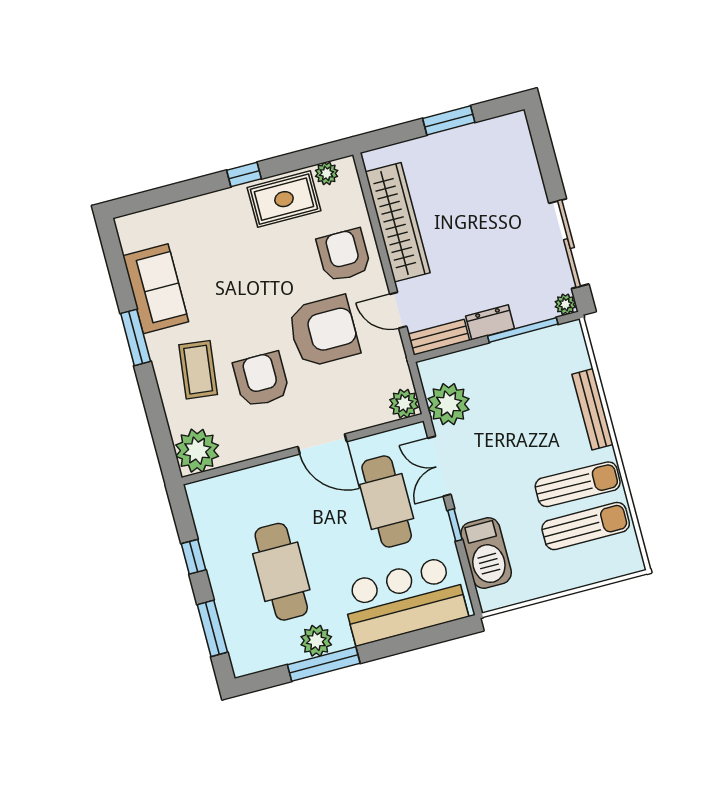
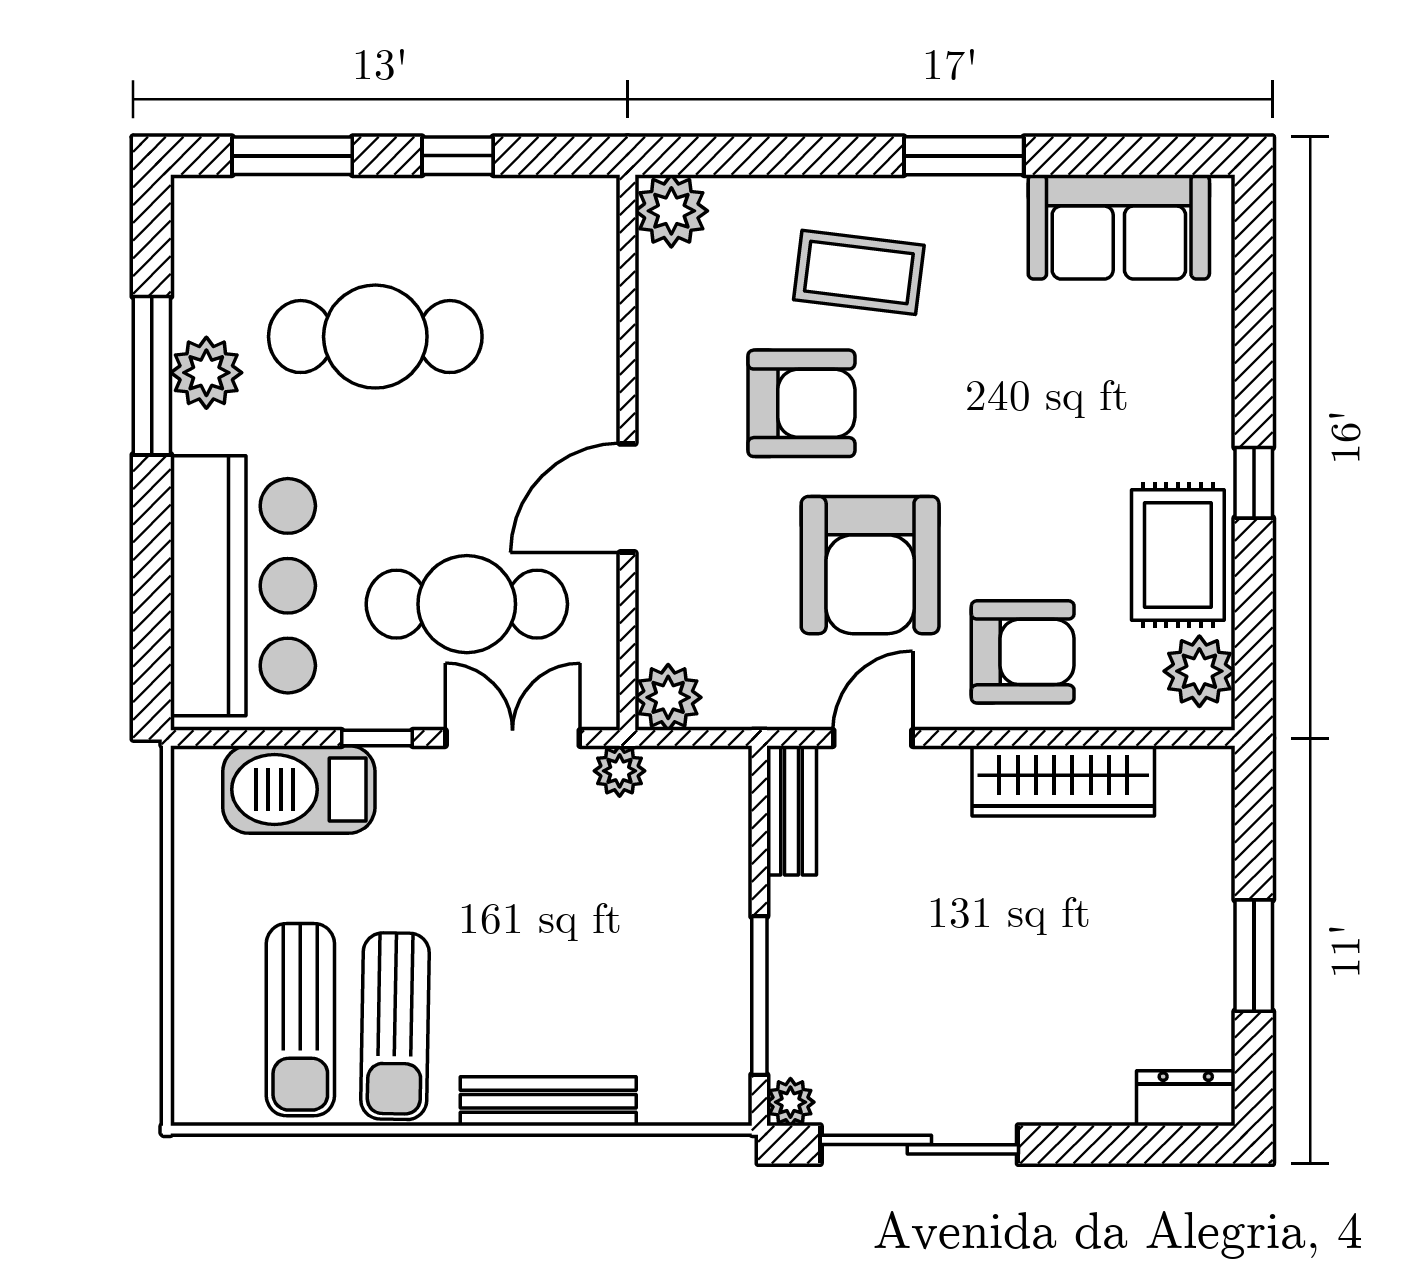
plant: (327, 173) -> (1199, 671), width x1.38, depth x1.38
wardrobe: (398, 222) -> (1063, 781), width x0.71, depth x0.85
sofa: (156, 289) -> (1119, 227), moved
dresser: (490, 322) -> (1186, 1098), moved, turned -90
plant: (448, 404) -> (620, 771), width x0.53, depth x0.53
plant: (197, 451) -> (671, 211), width x0.73, depth x0.73

